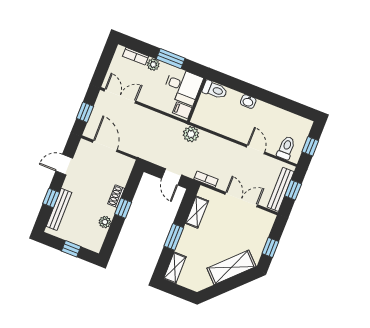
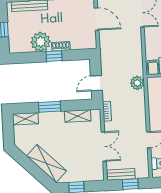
door: (105, 146) -> (97, 19), hinge flipped
bench: (281, 189) -> (121, 174), width x0.73
plant: (105, 222) -> (41, 42), width x1.88, depth x1.88

